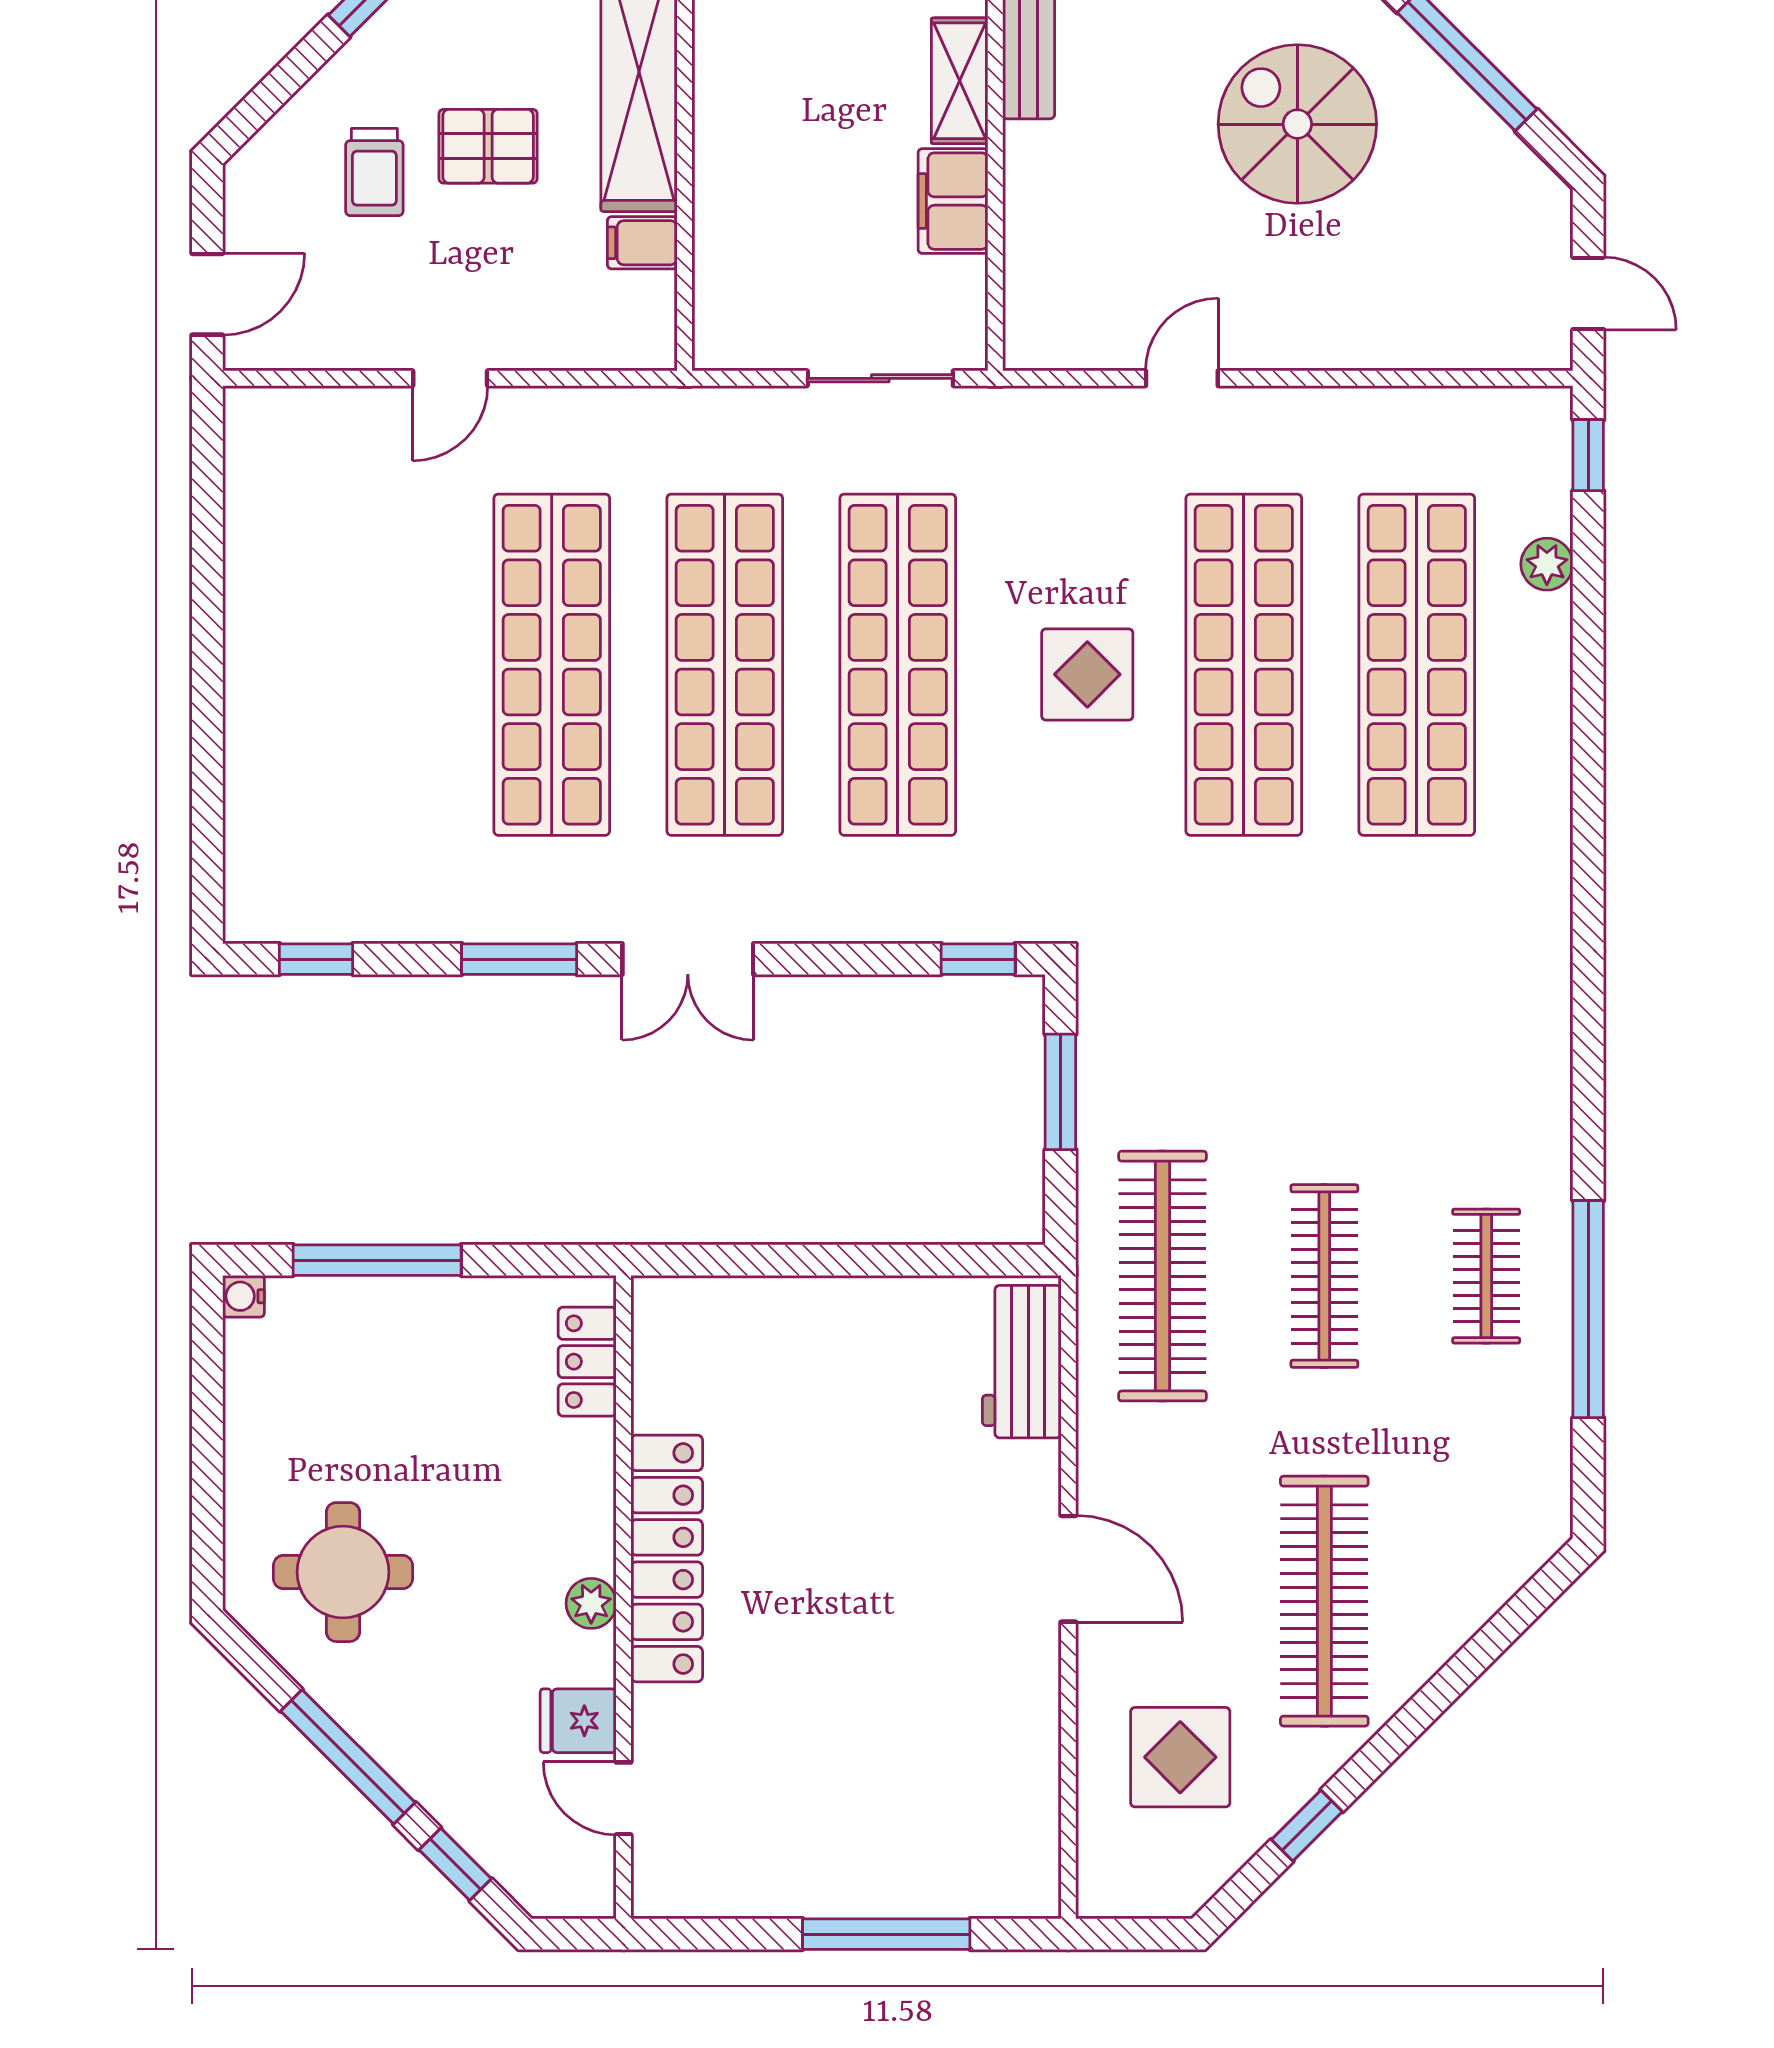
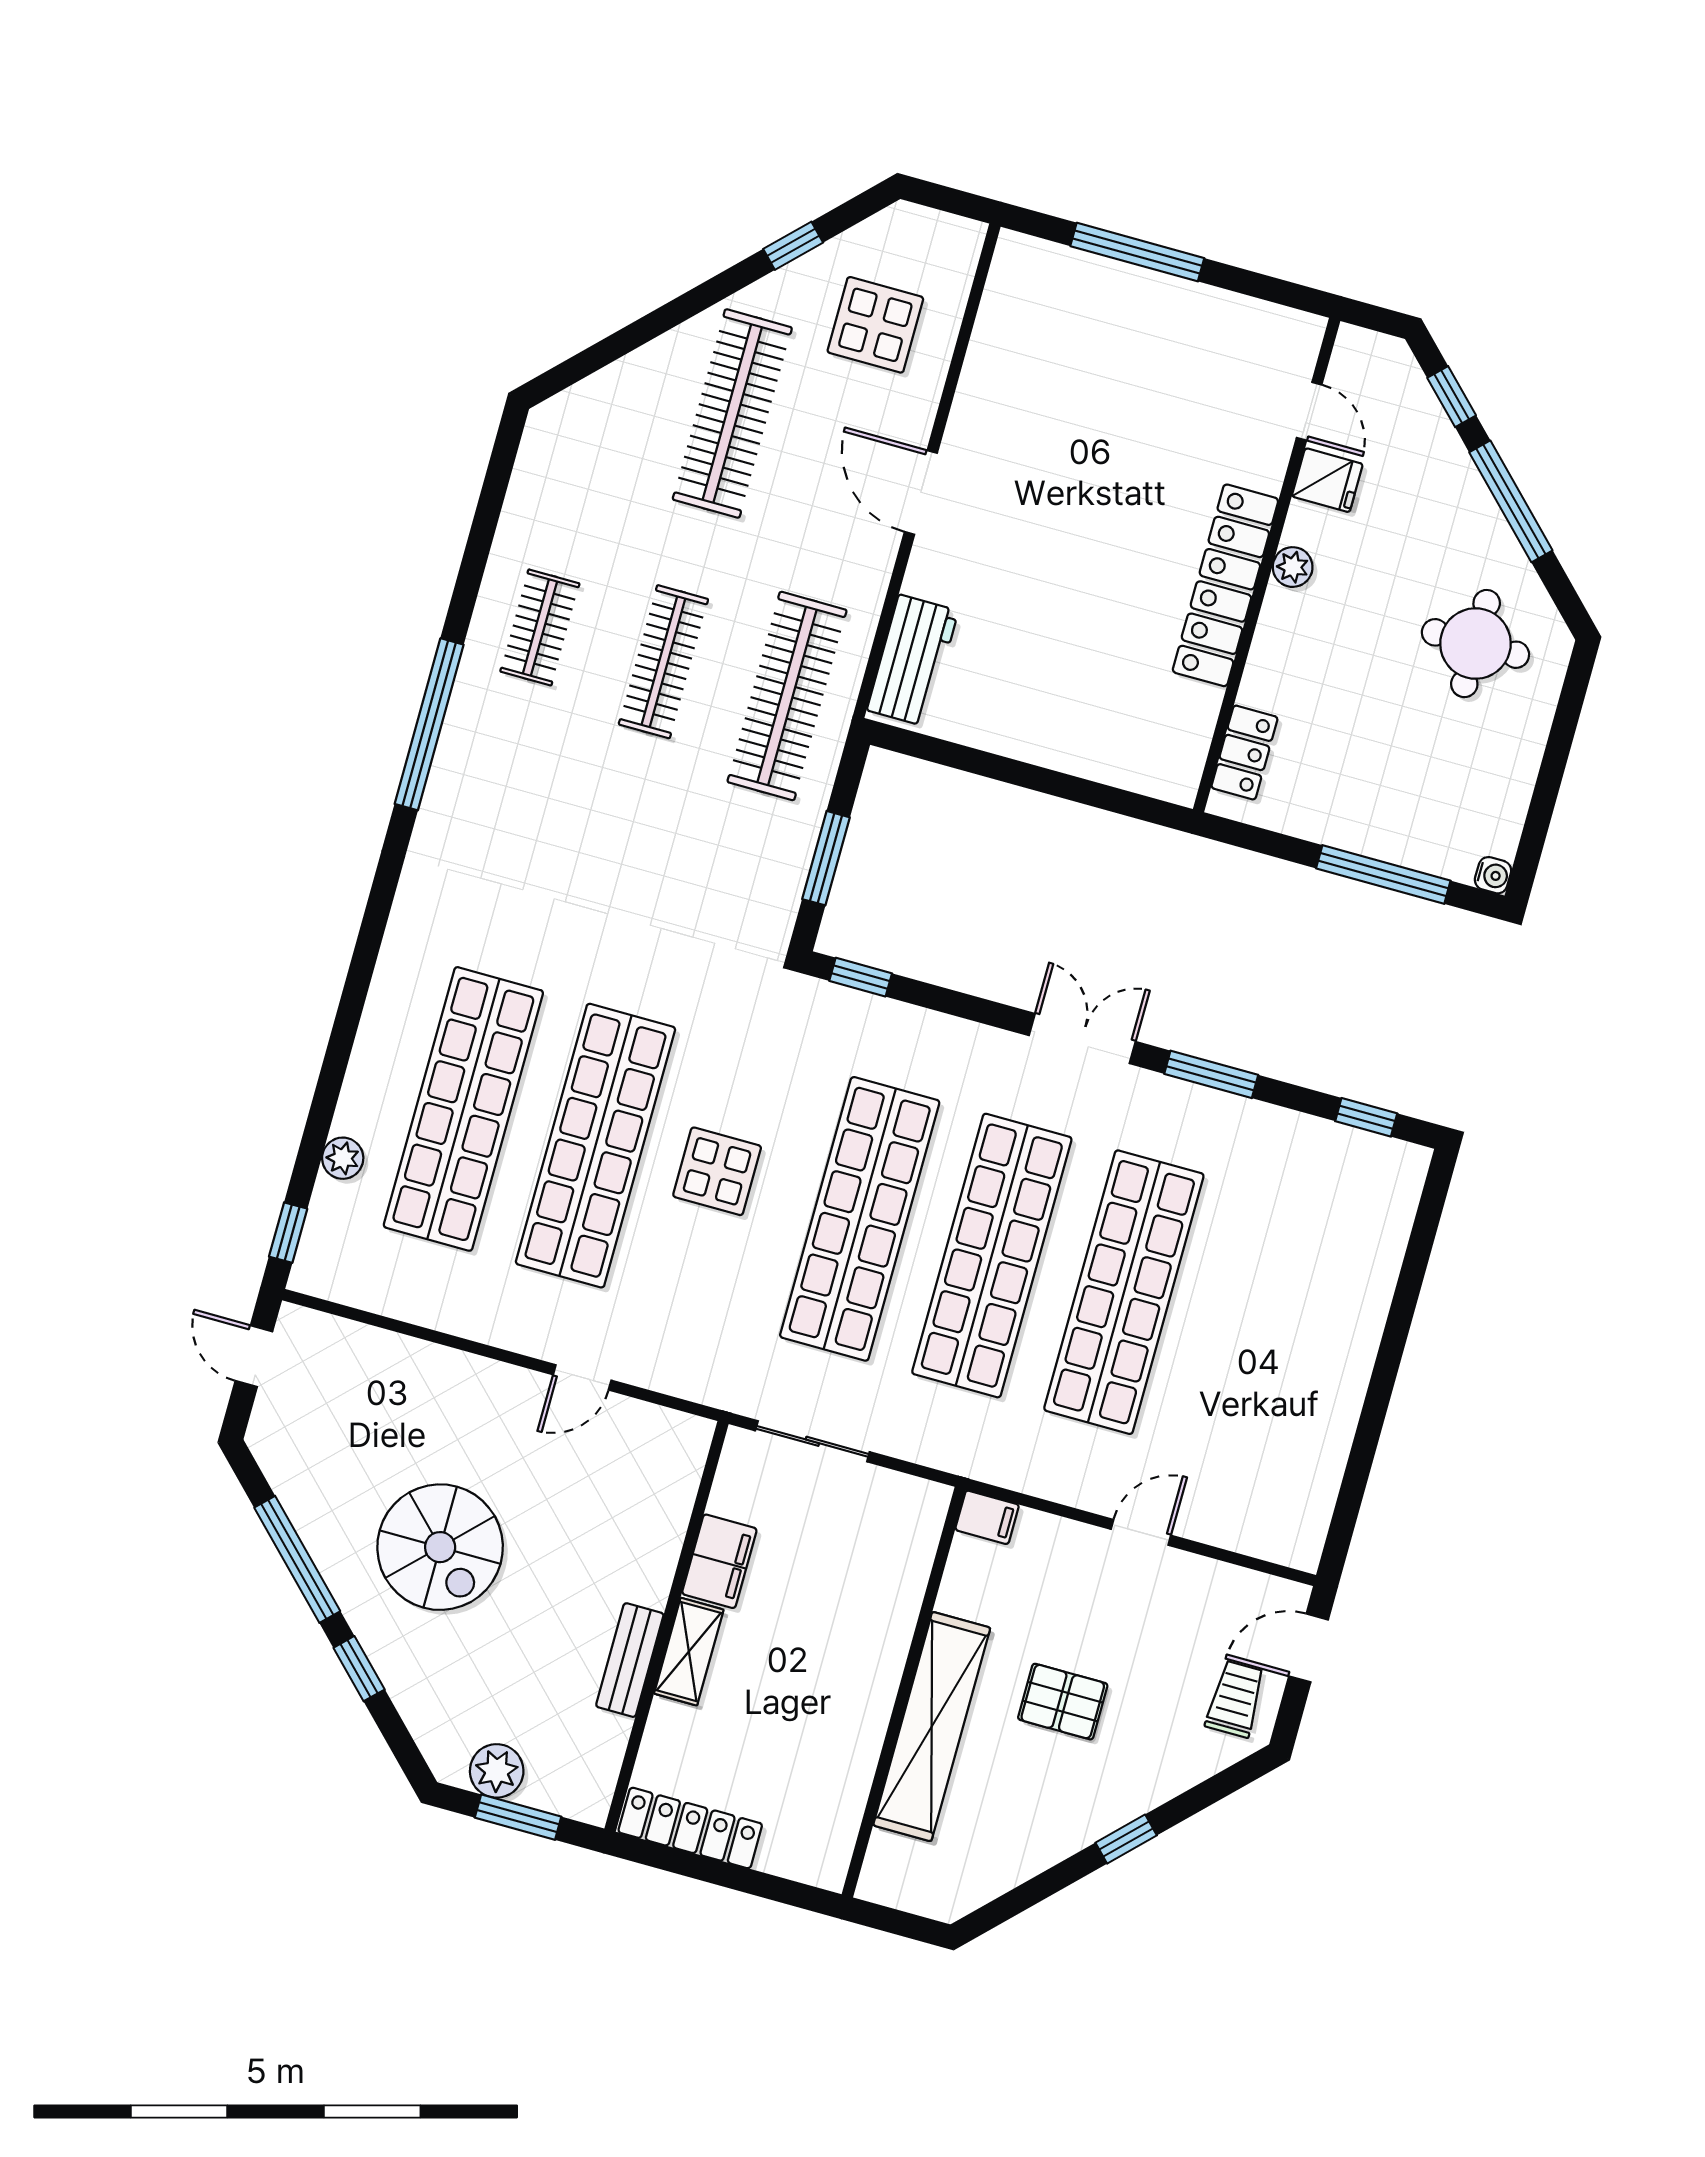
trolley: (374, 172) -> (1235, 1699), moved
filing cabinet: (642, 243) -> (987, 1517), moved
window: (1588, 1309) -> (429, 724), moved

